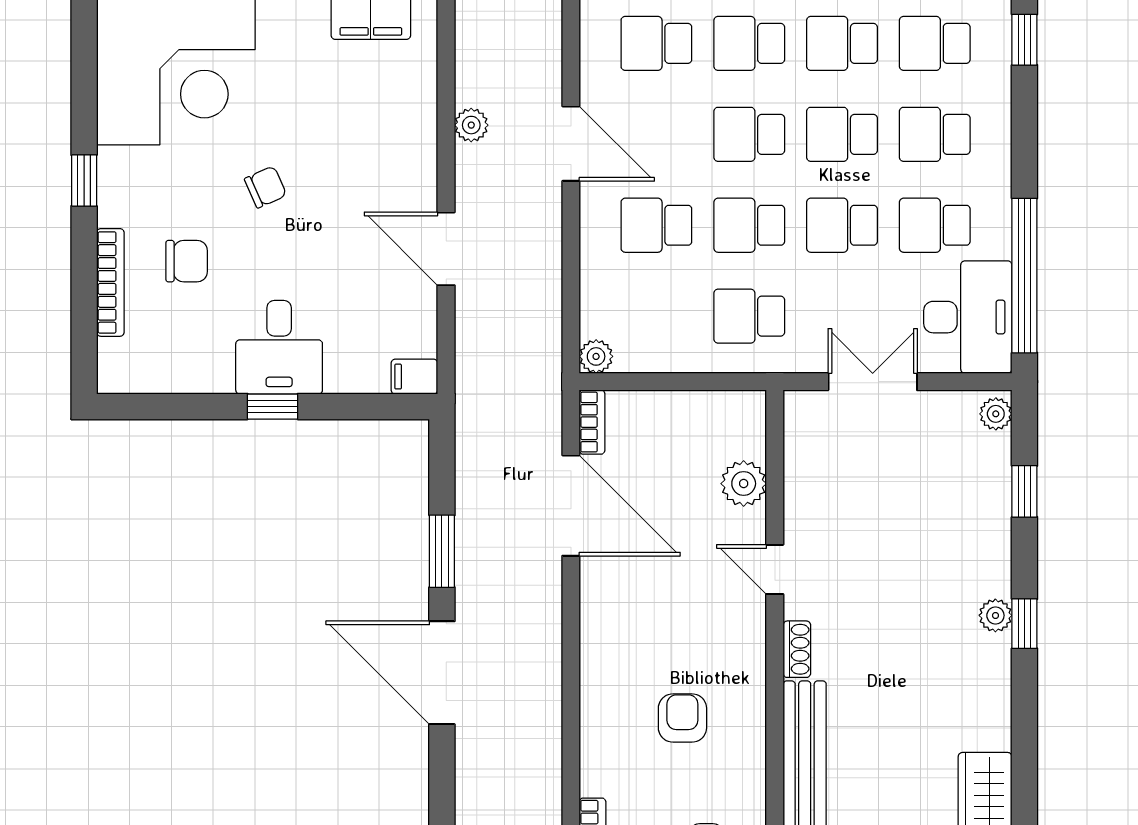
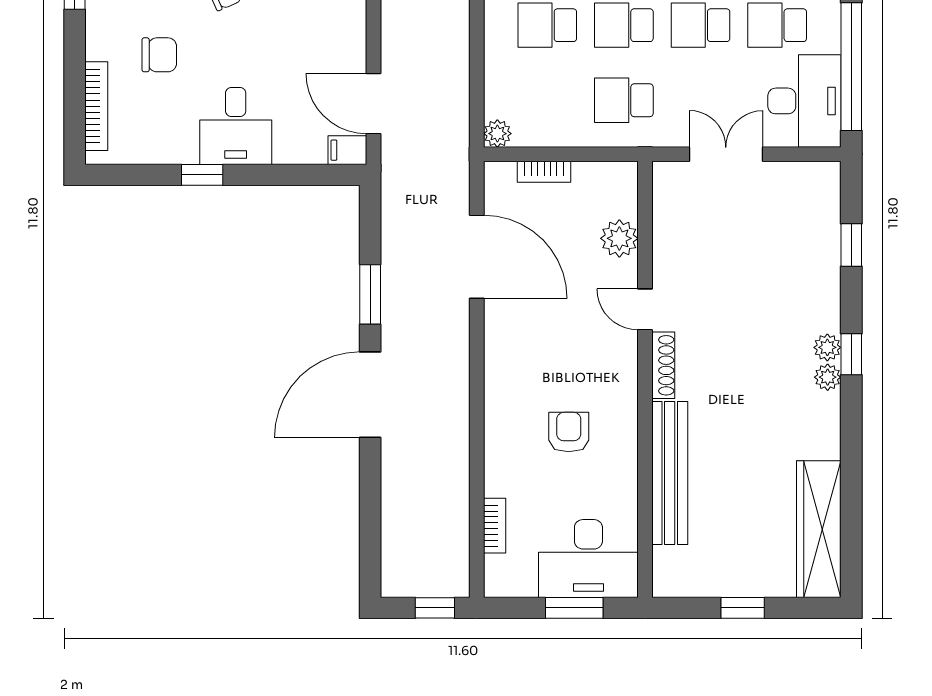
door: (446, 249) -> (374, 104), moved
bookcase: (110, 282) -> (96, 106), moved
window: (273, 407) -> (202, 175), moved
plant: (996, 414) -> (828, 377), moved
bookcase: (592, 422) -> (544, 172), moved, turned 90
shoe rack: (797, 649) -> (663, 365), width x1.43
door: (442, 673) -> (370, 395), hinge flipped

